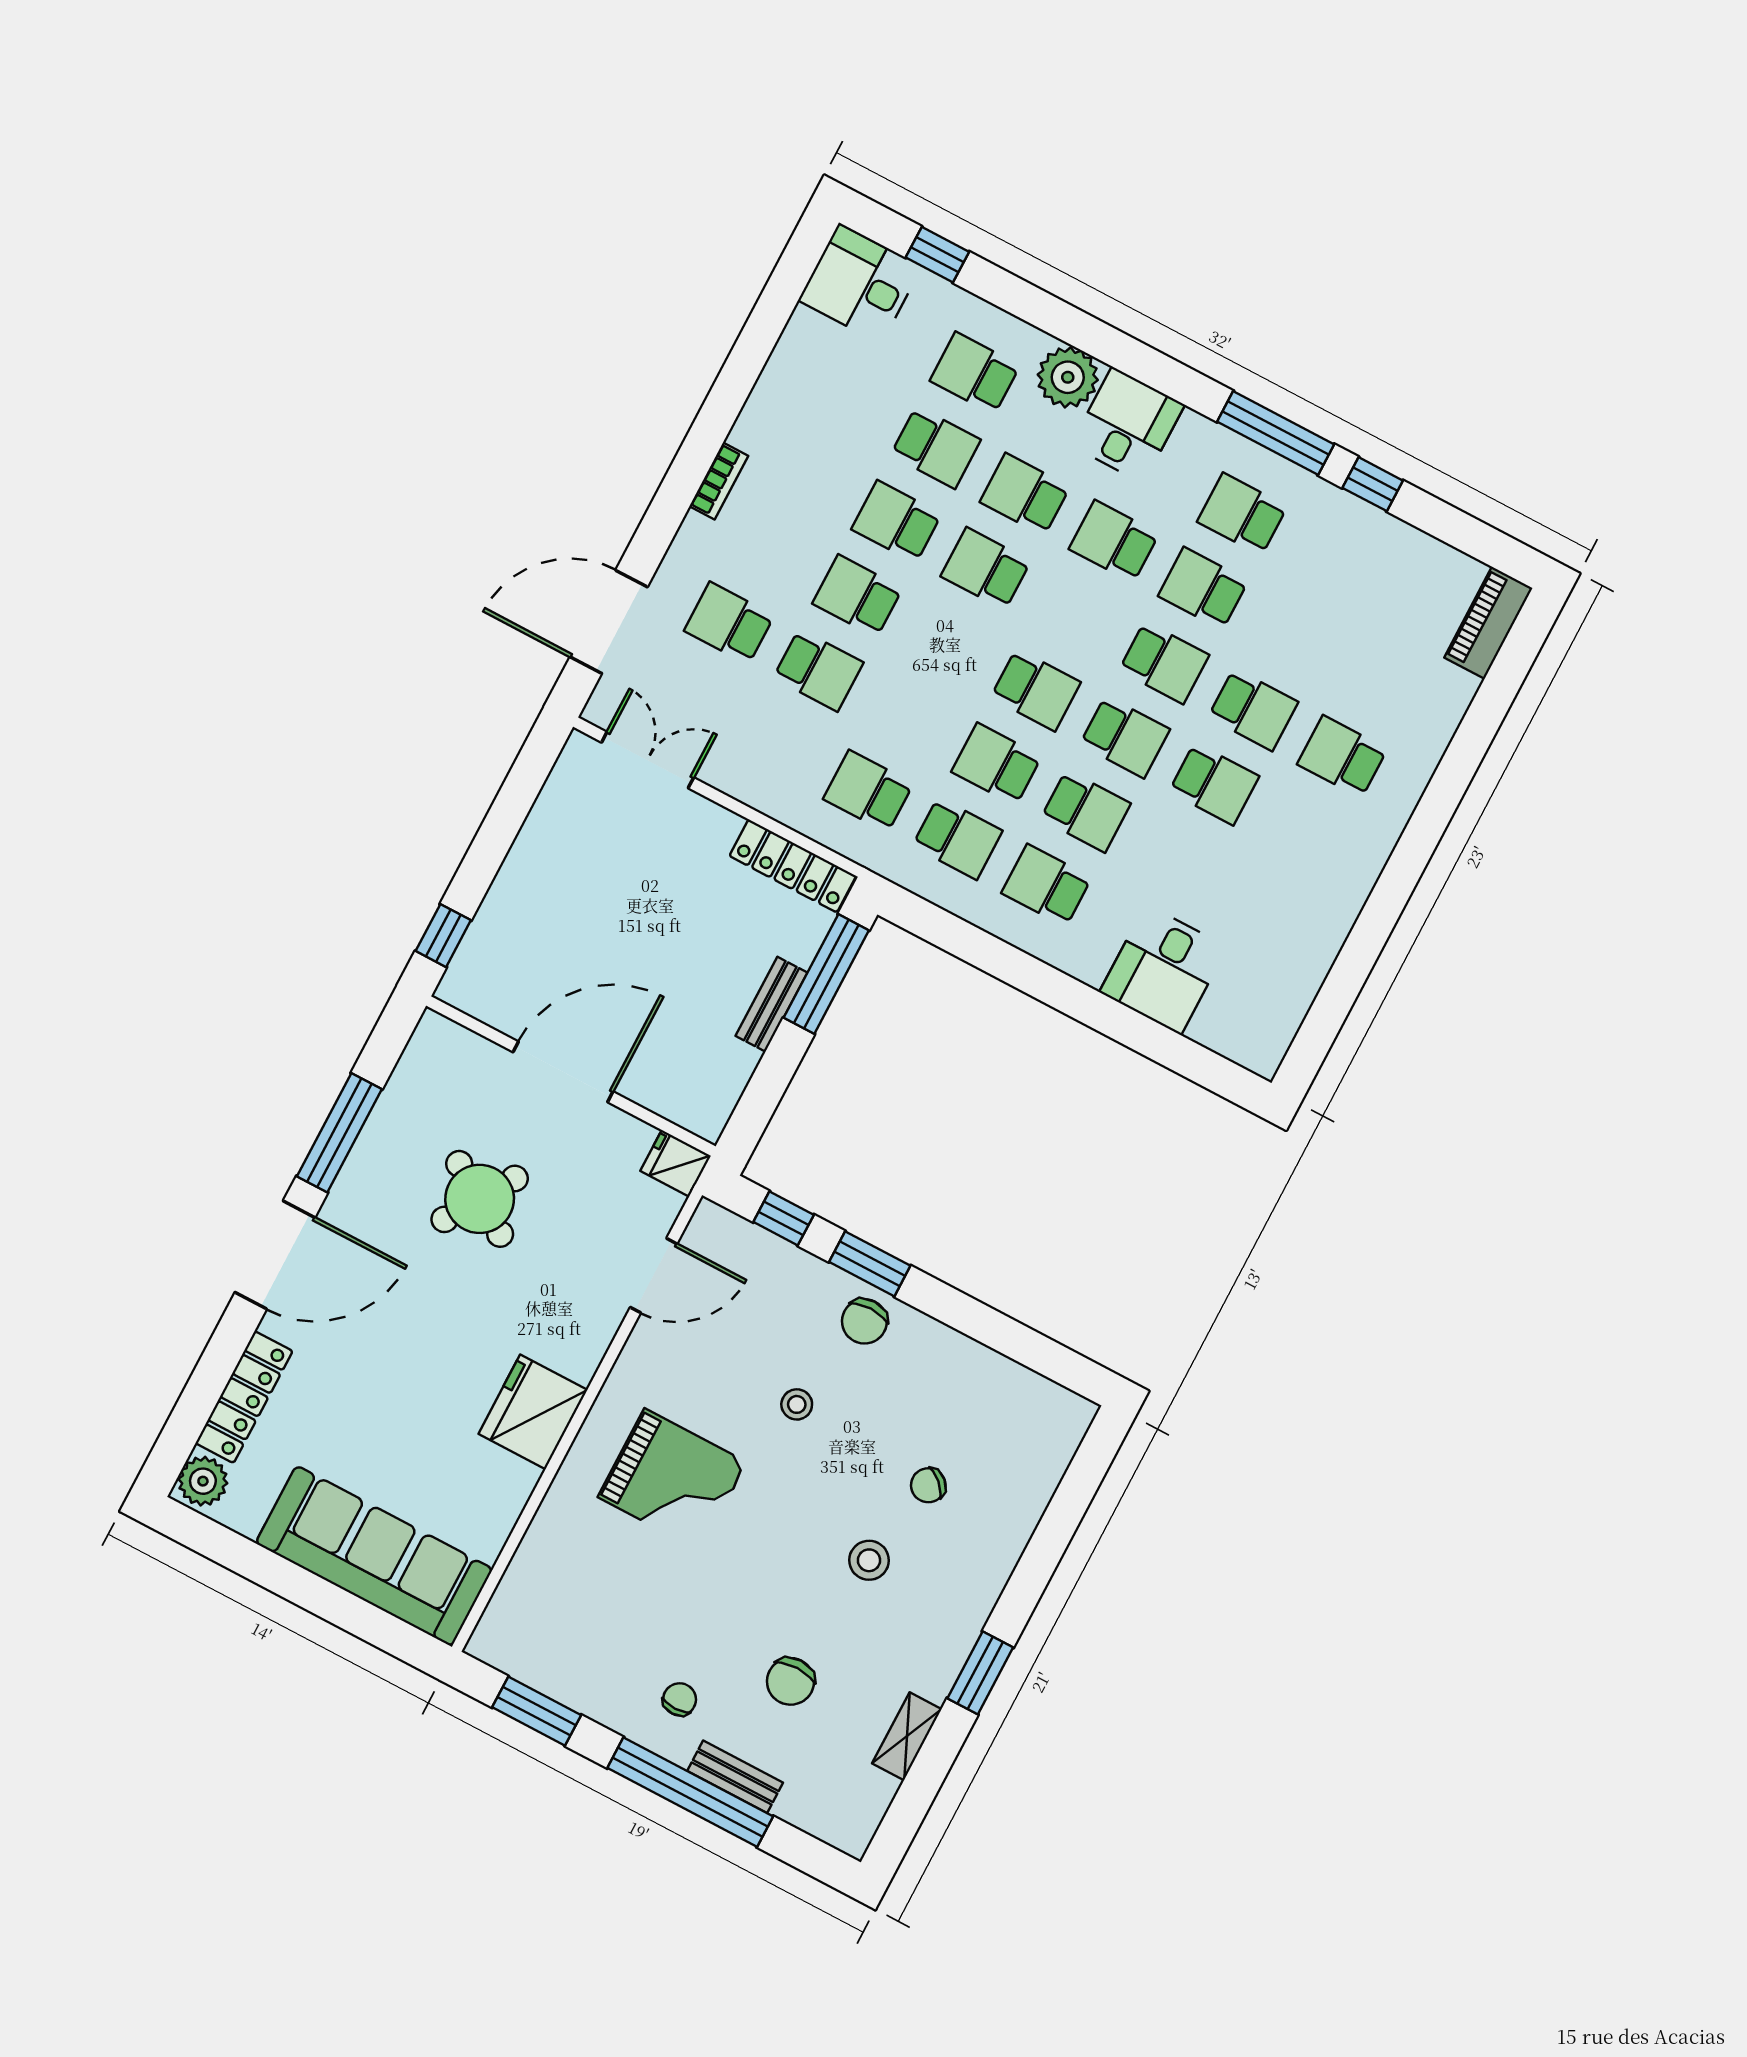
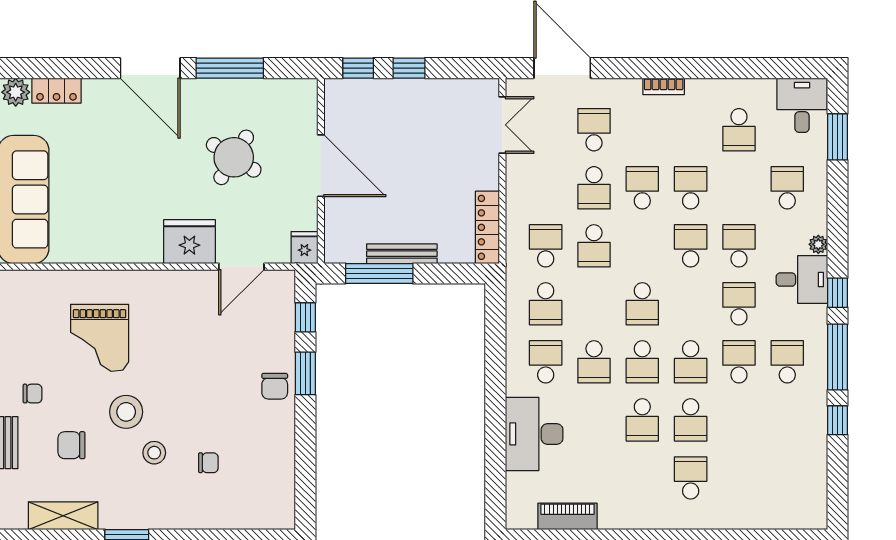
window: (937, 255) -> (838, 137), width x1.50
plant: (1068, 377) -> (818, 244), width x0.53, depth x0.53
window: (1177, 381) -> (838, 293), added
school desk: (936, 447) -> (739, 130), moved
piano: (1488, 623) -> (567, 516), moved
school desk: (997, 764) -> (594, 246), moved, turned 180
window: (485, 857) -> (409, 68), added
desk: (1163, 969) -> (534, 434), width x1.37
window: (826, 974) -> (379, 273), moved
bench: (771, 1004) -> (402, 254), width x1.36
door: (654, 1276) -> (241, 267), hinge flipped
chair: (864, 1321) -> (275, 386), turned -90
locker: (244, 1397) -> (57, 91), width x0.66
stool: (797, 1404) -> (126, 412), moved, width x1.89, depth x1.89
fridge: (533, 1412) -> (189, 242), moved
grand piano: (672, 1480) -> (100, 338), moved
chair: (928, 1485) -> (208, 463), turned 137
shelving: (907, 1736) -> (63, 516), width x1.50, depth x1.33

